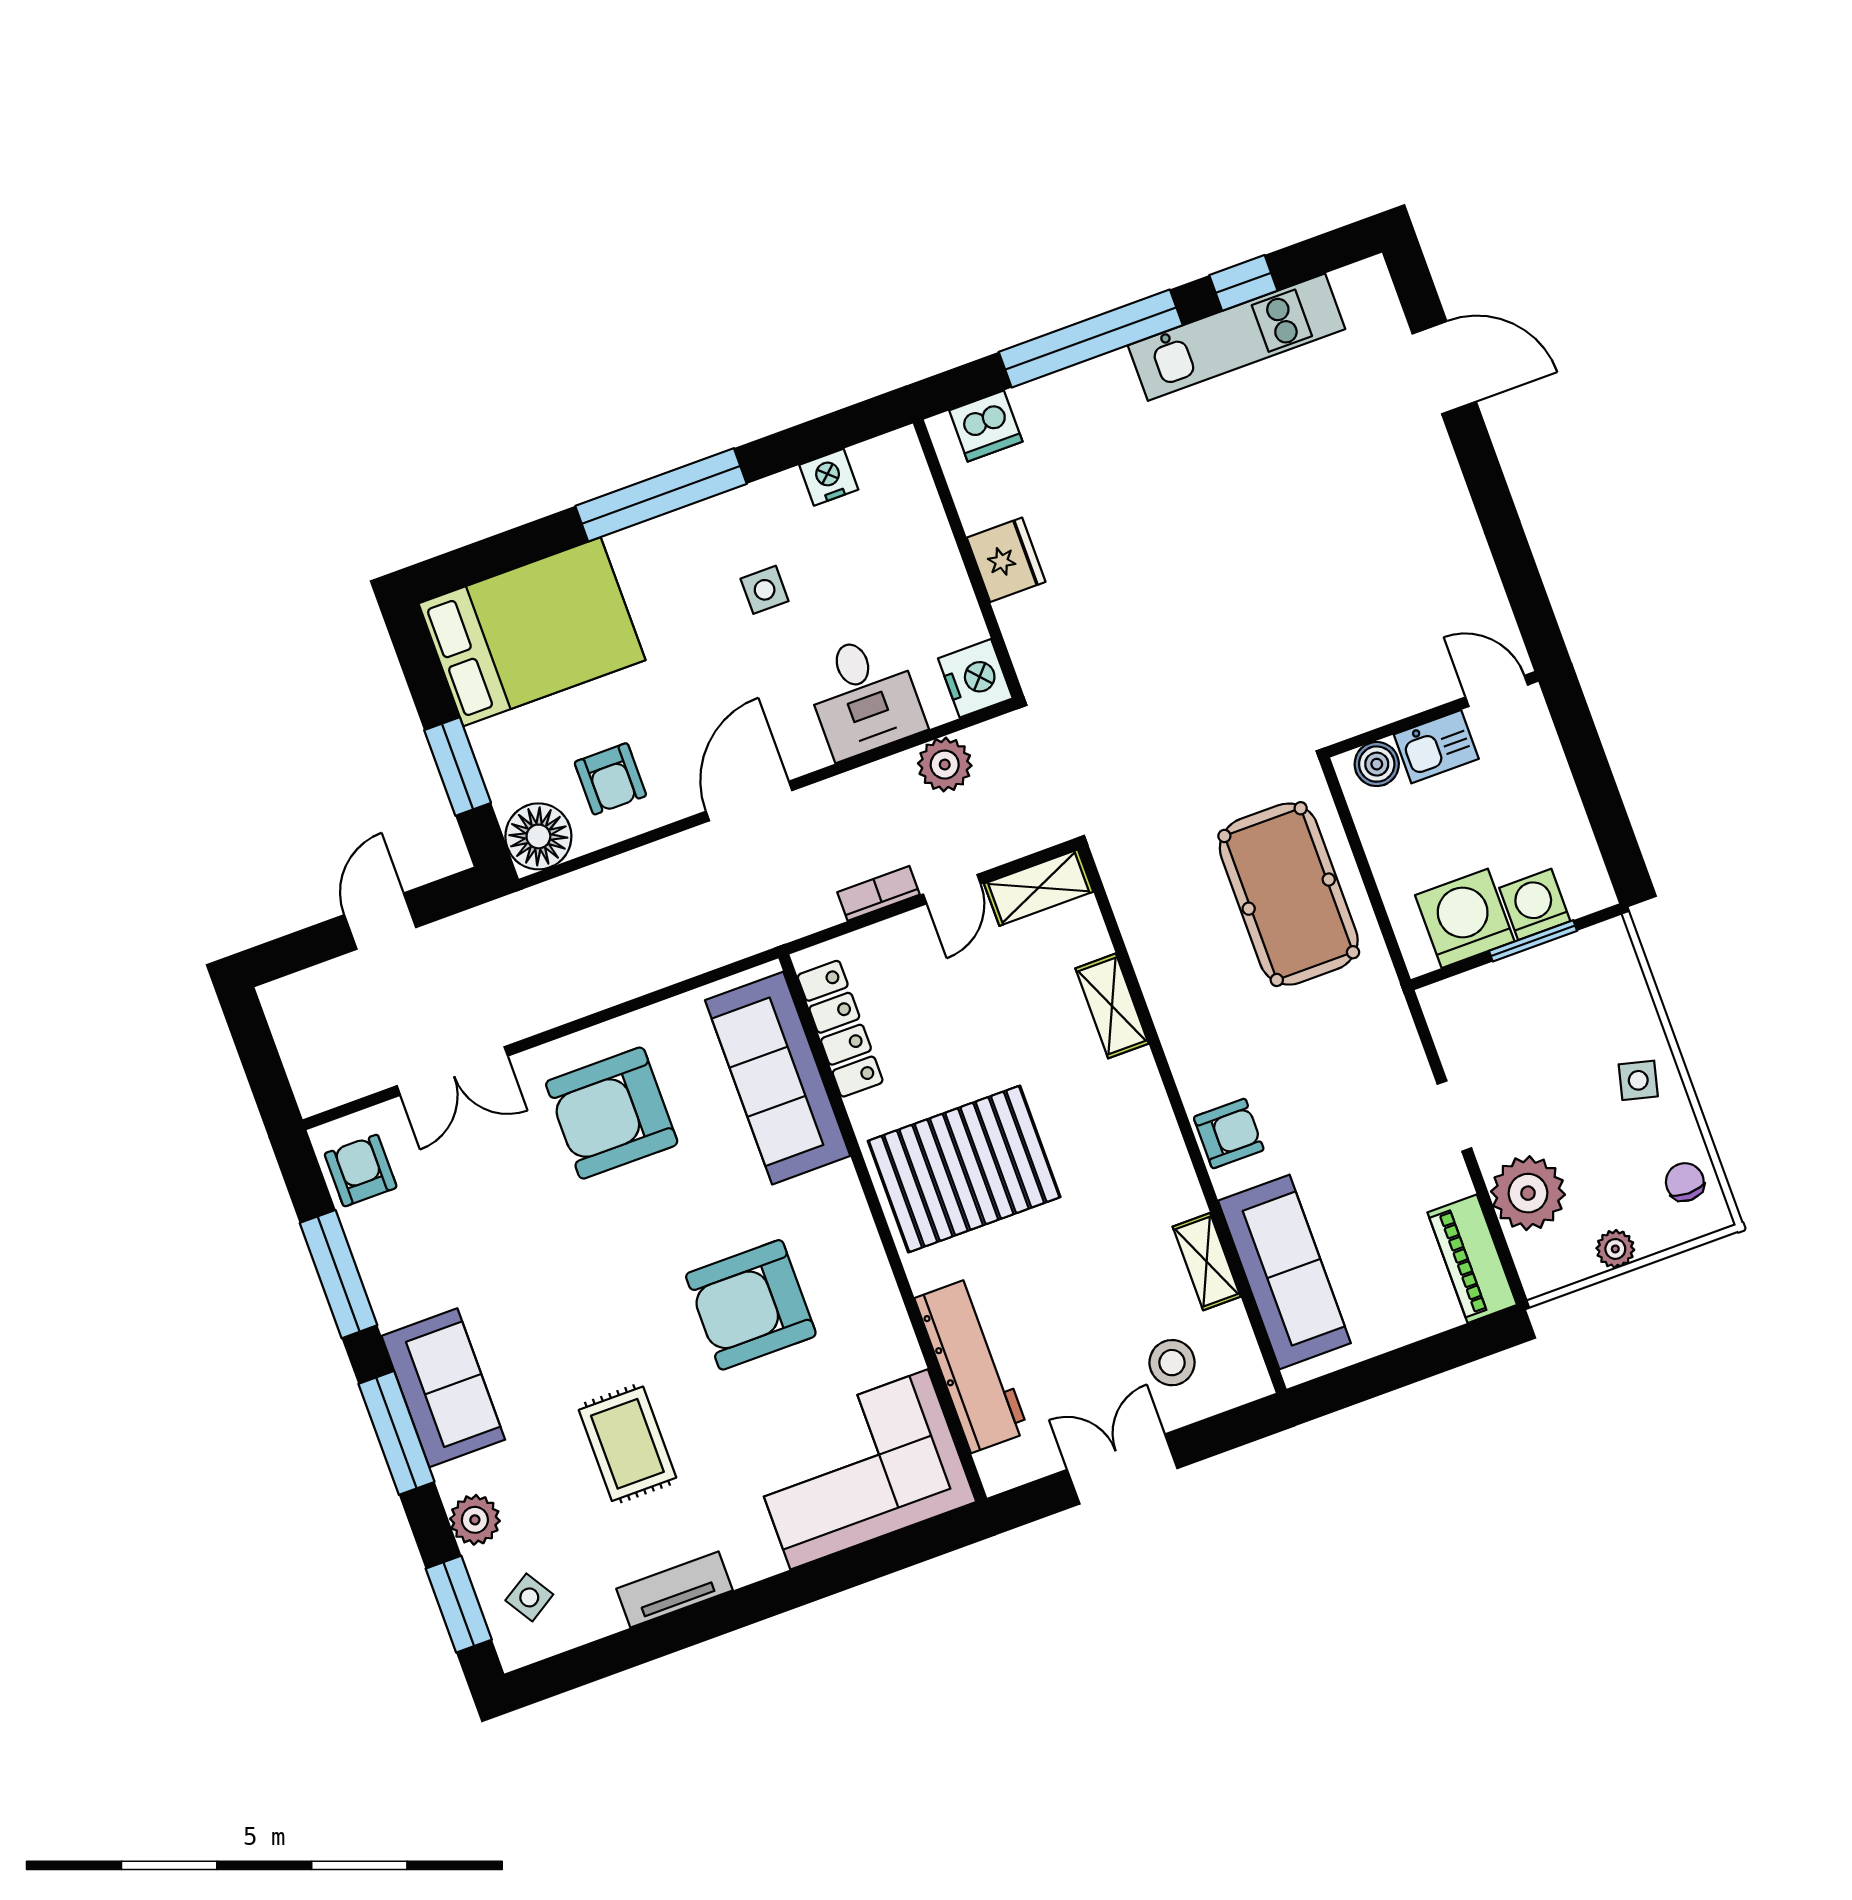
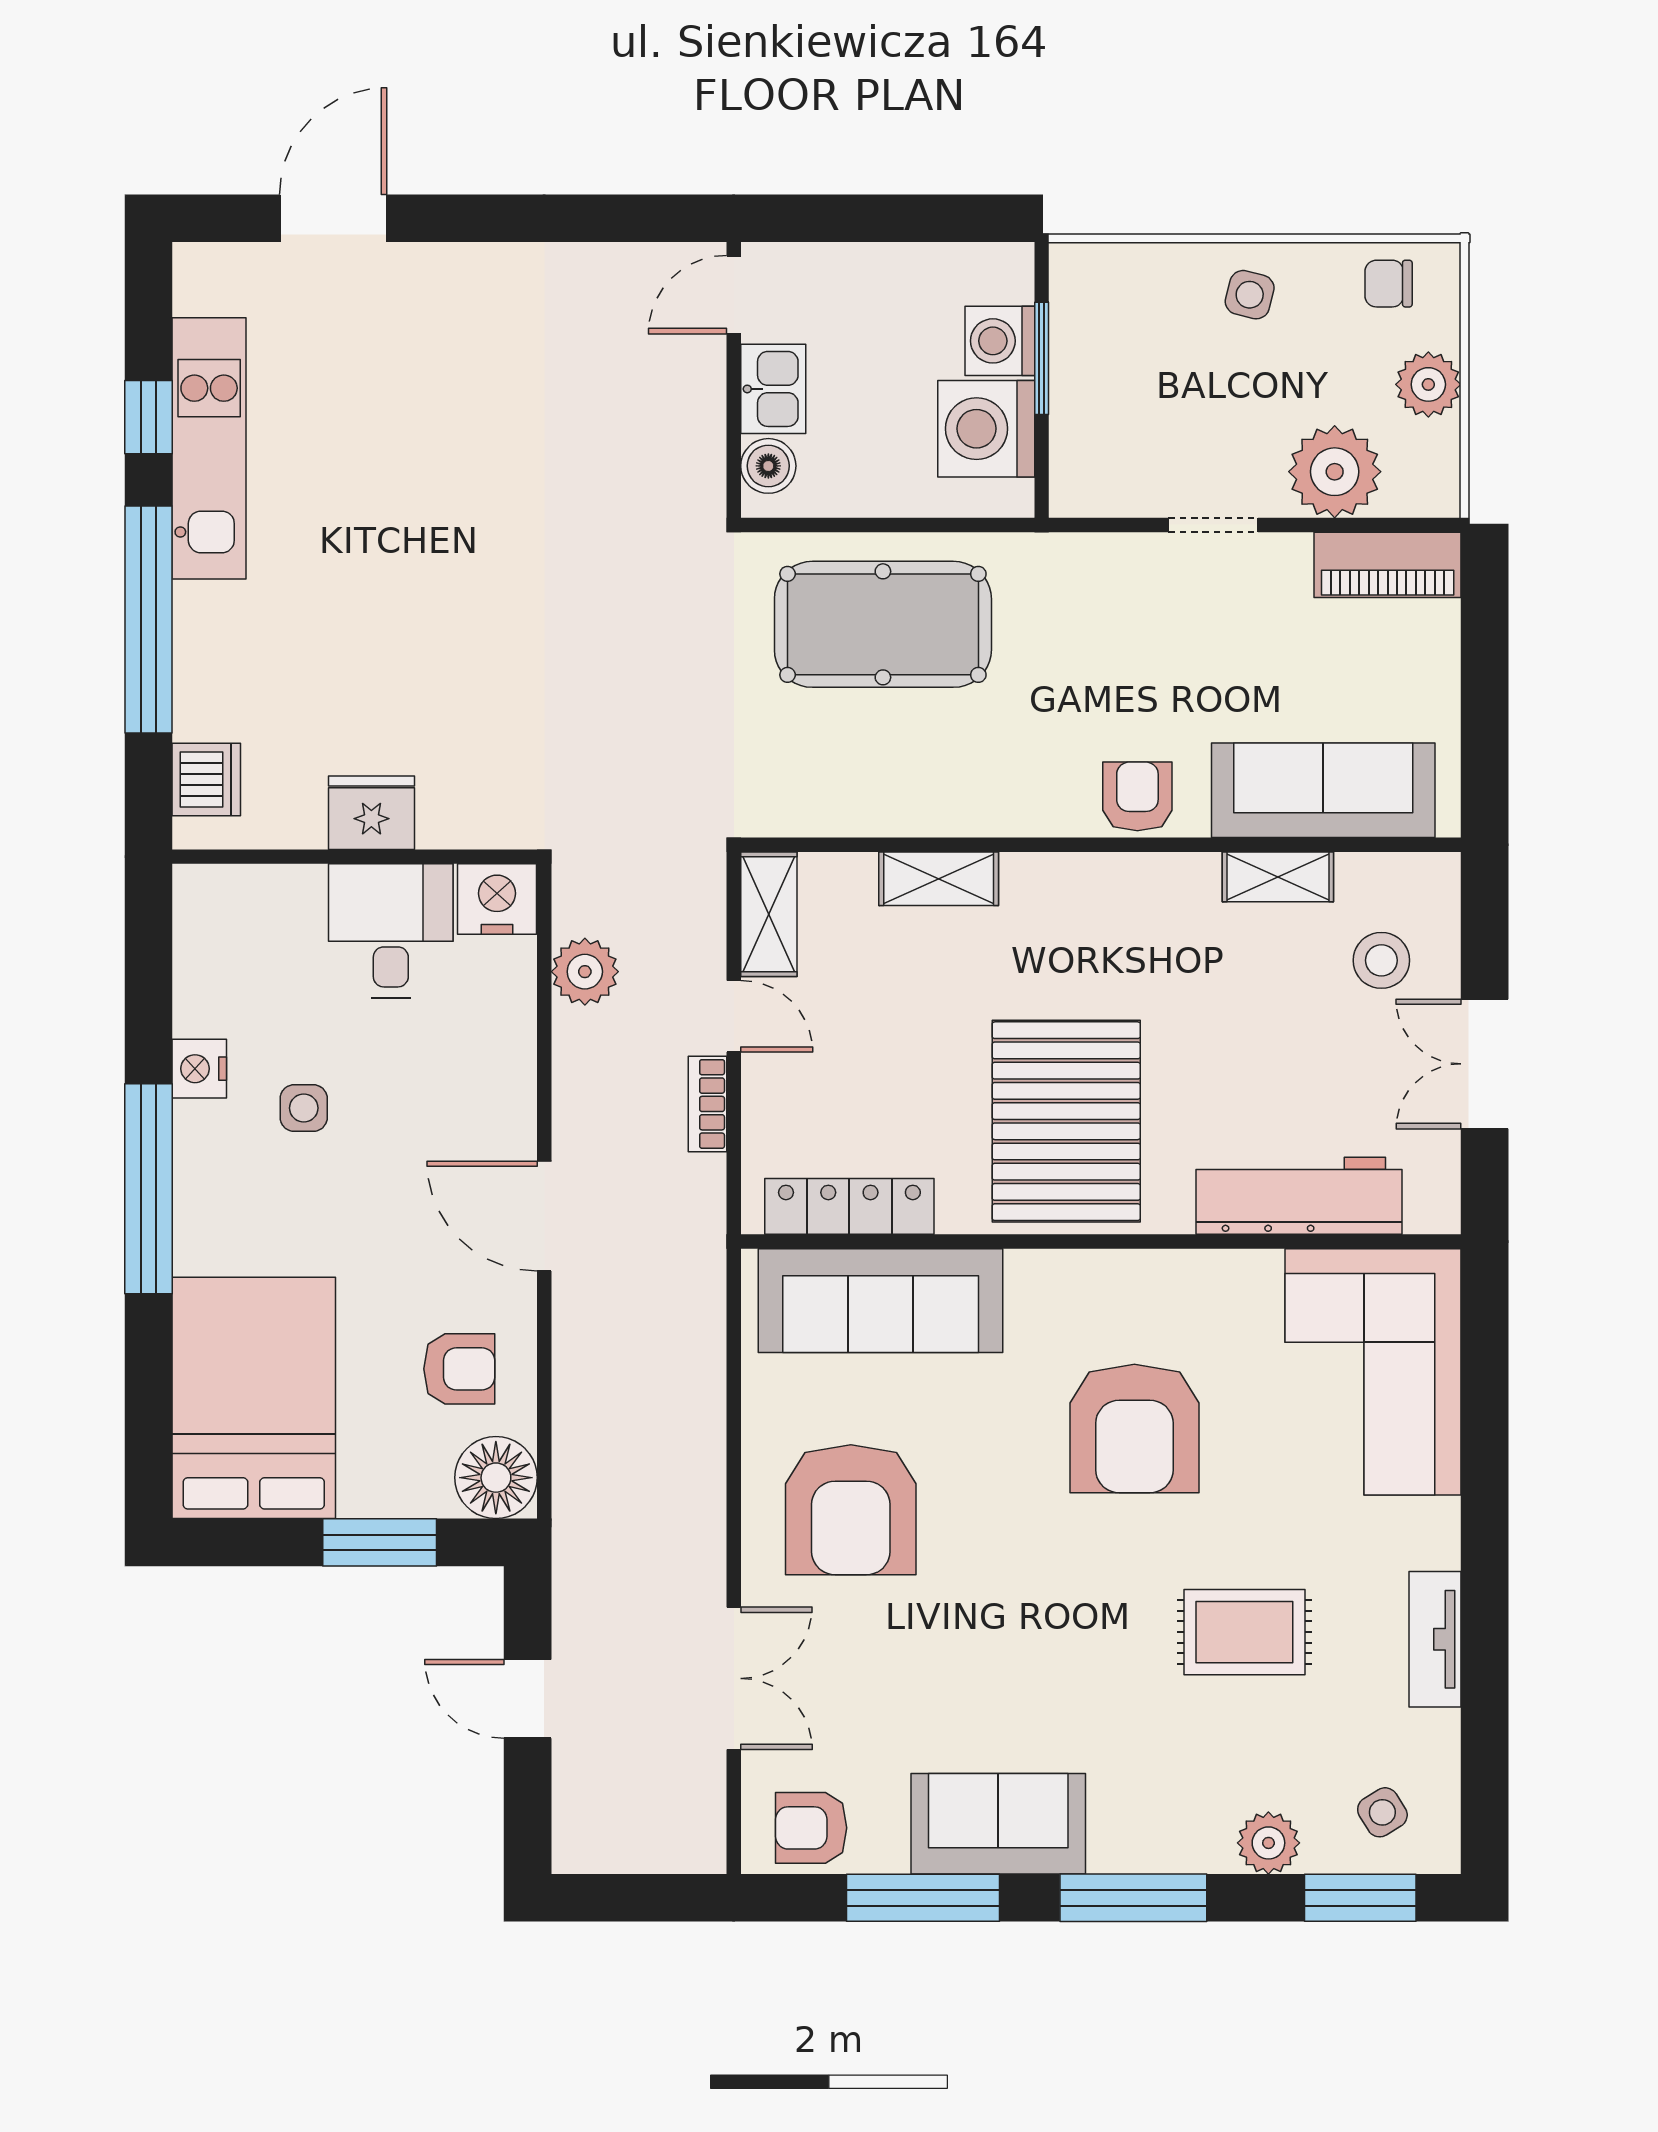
nightstand: (829, 477) -> (199, 1069), moved
desk: (864, 696) -> (391, 931), moved, turned -90
plant: (1615, 1249) -> (1428, 384), width x1.38, depth x1.38
sofa: (443, 1388) -> (998, 1824), moved

